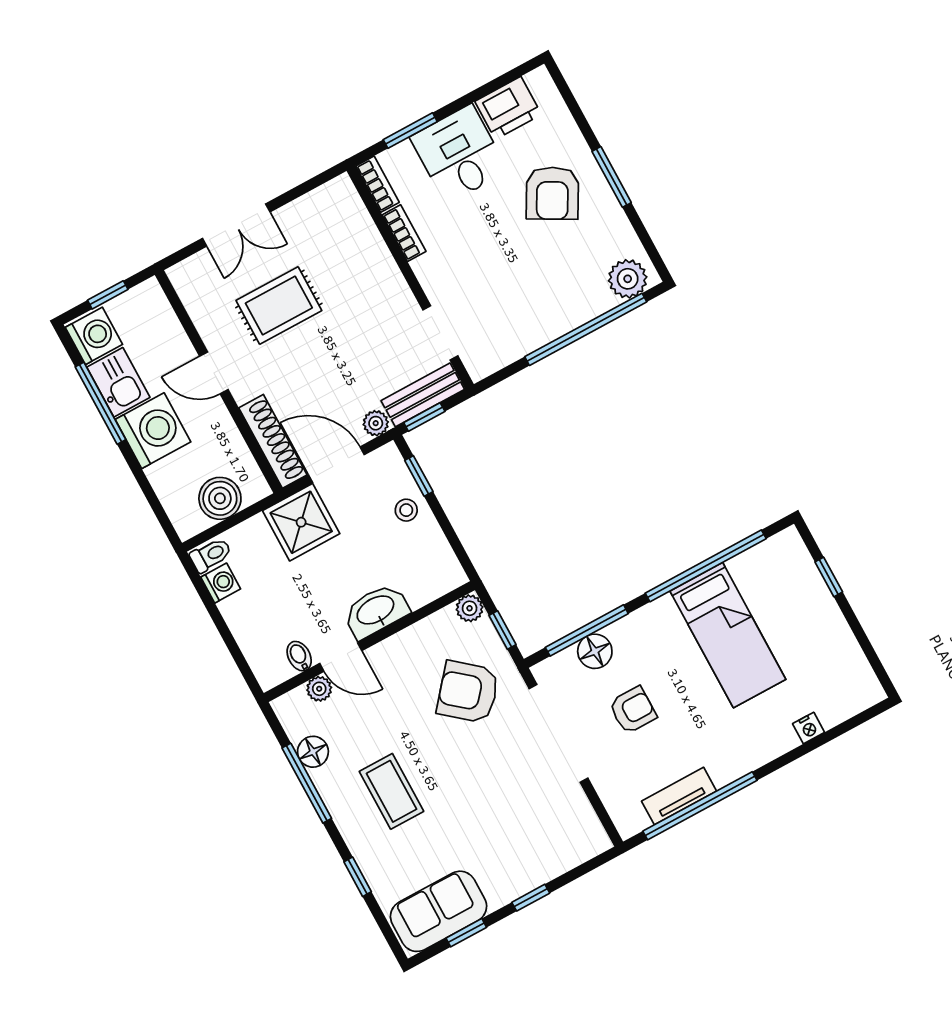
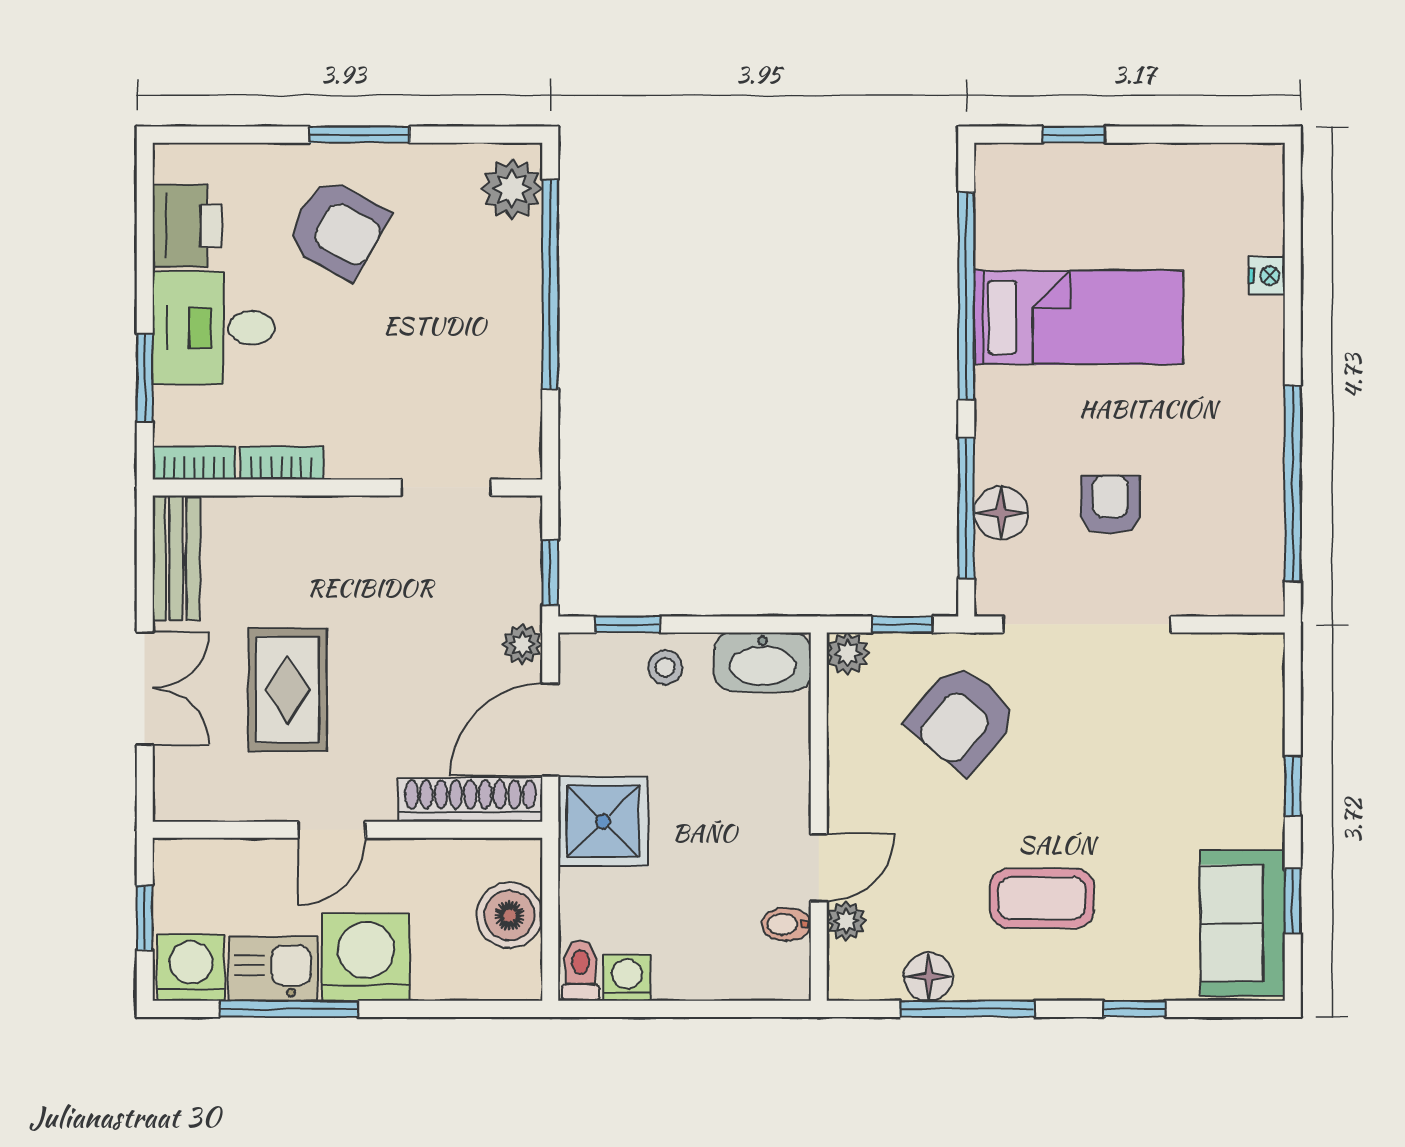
bench: (423, 395) -> (176, 558), moved
washbasin: (376, 611) -> (763, 662), moved, turned -90
tv unit: (679, 796) -> (1264, 505), removed

